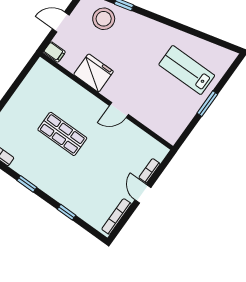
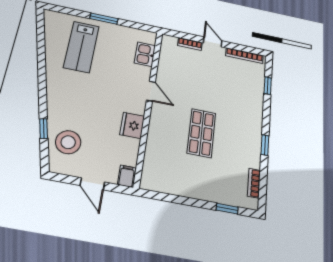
fridge: (94, 73) -> (132, 125), width x0.73, depth x0.75
kitchen sink: (156, 123) -> (145, 54), added
door: (143, 194) -> (213, 42), swing flipped
window: (66, 212) -> (268, 86), moved

